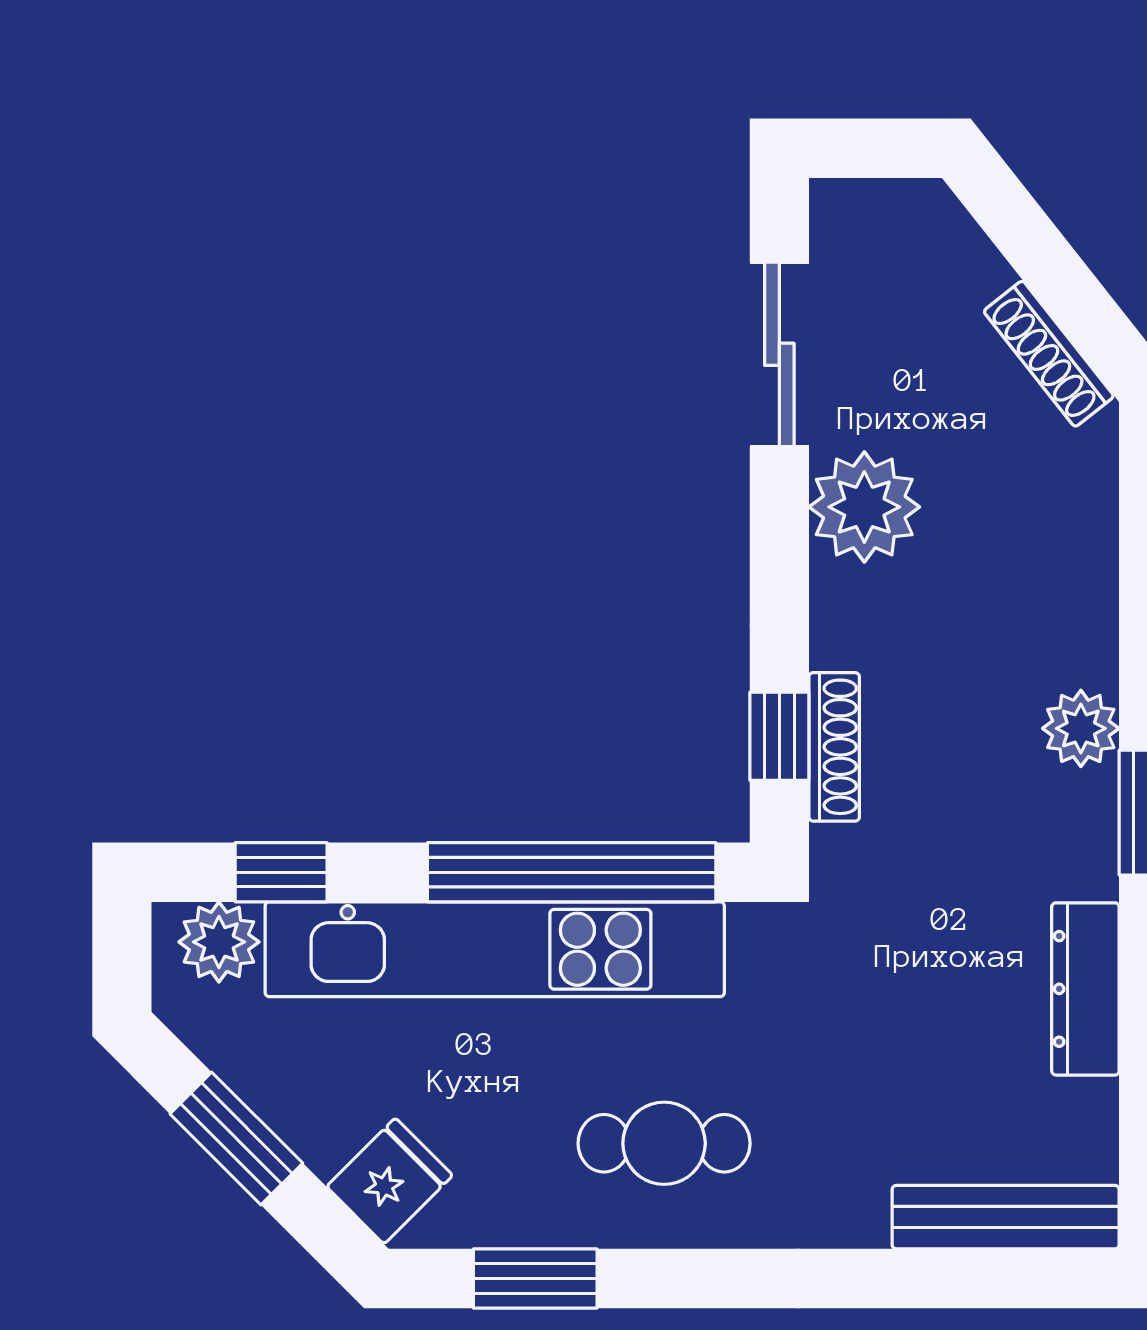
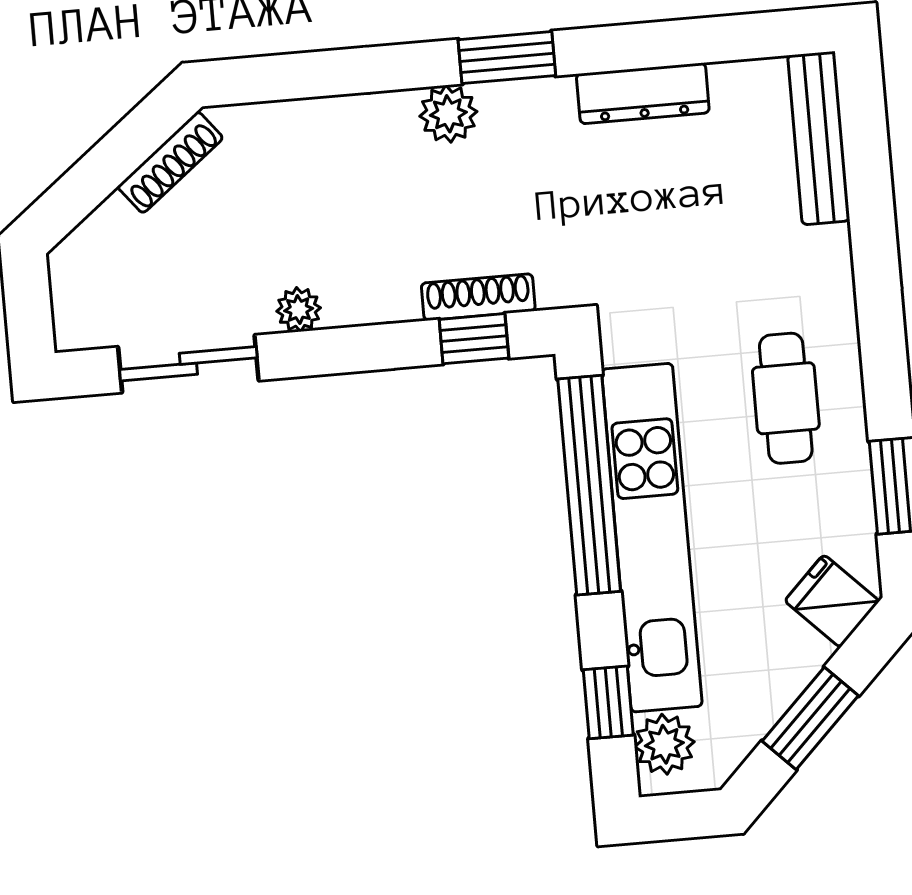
plant: (864, 507) -> (299, 310), width x0.53, depth x0.53

